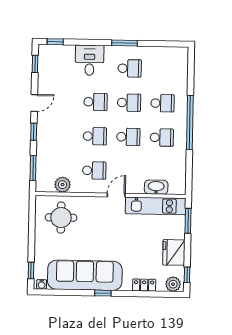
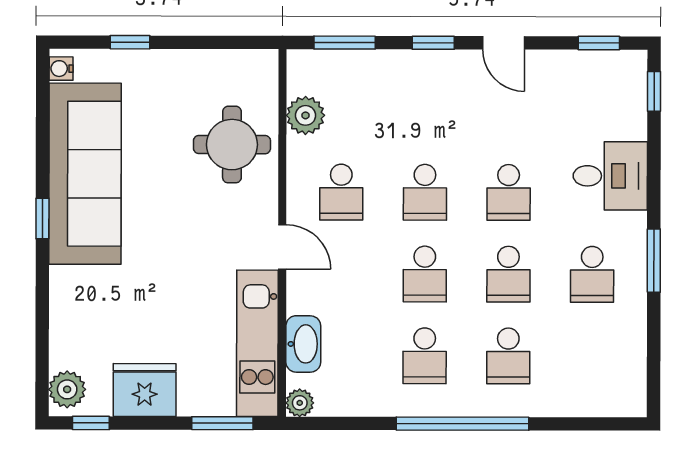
plant: (180, 189) -> (300, 403), added
round table: (61, 218) -> (232, 145), moved
window: (31, 270) -> (130, 42), moved
locker: (144, 285) -> (64, 319), removed

